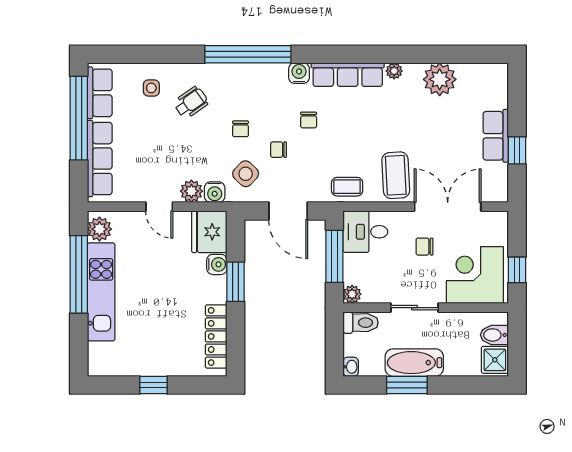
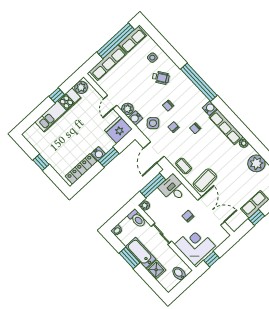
water cooler: (217, 264) -> (98, 154), moved
window: (79, 274) -> (57, 95), width x0.32
shower: (495, 360) -> (156, 270), moved

